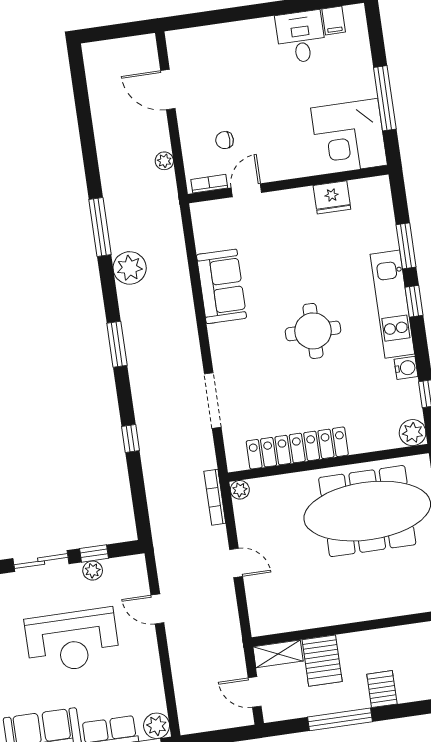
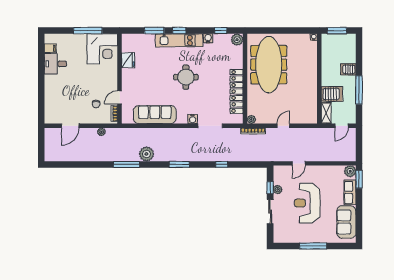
door: (246, 190) -> (120, 97), hinge flipped
sofa: (222, 286) -> (155, 115), width x1.36
water cooler: (222, 359) -> (193, 119), added
reception desk: (72, 641) -> (307, 203), turned 180

